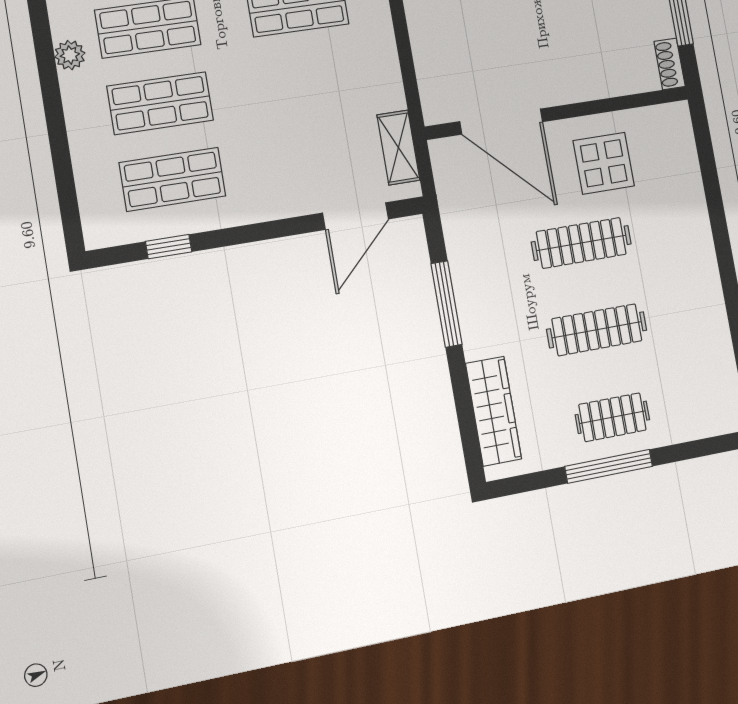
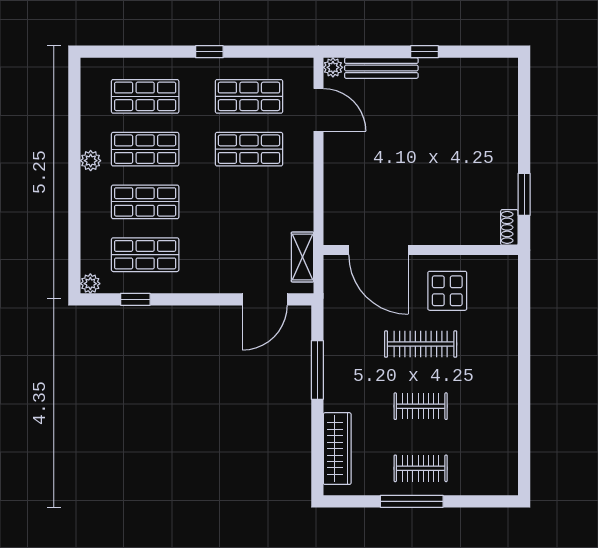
plant: (98, 234) -> (90, 284), added
clothes rail: (597, 330) -> (421, 406), width x0.73

